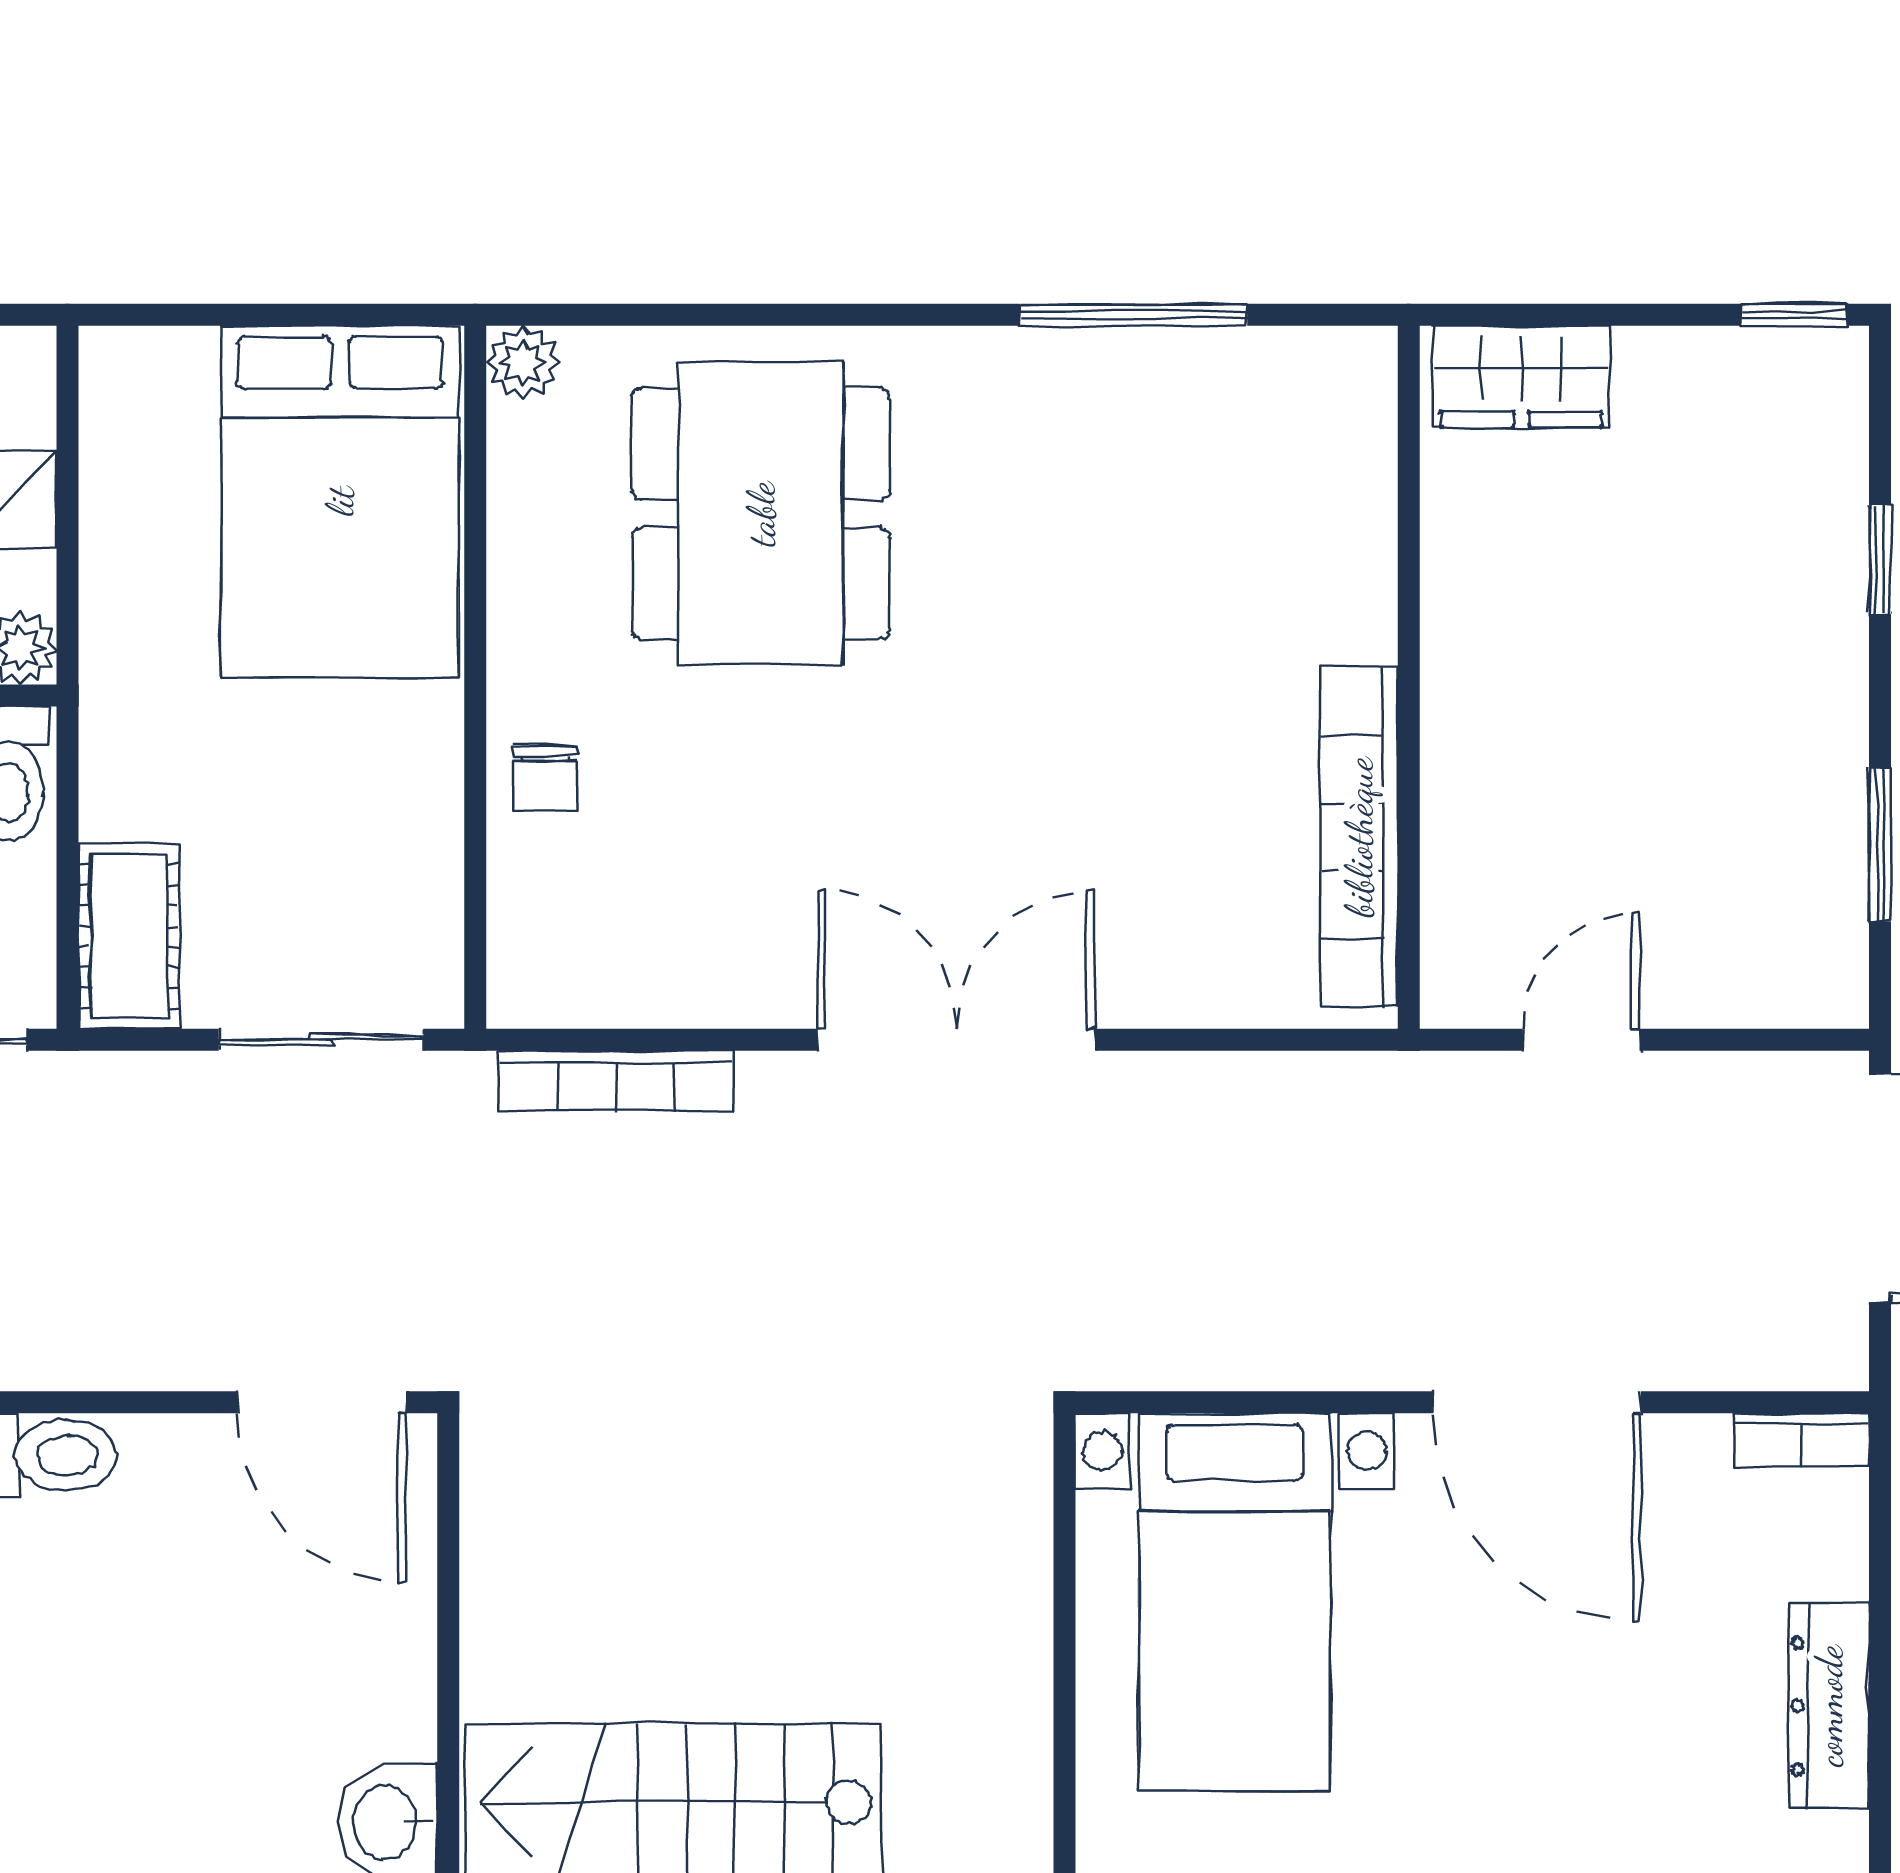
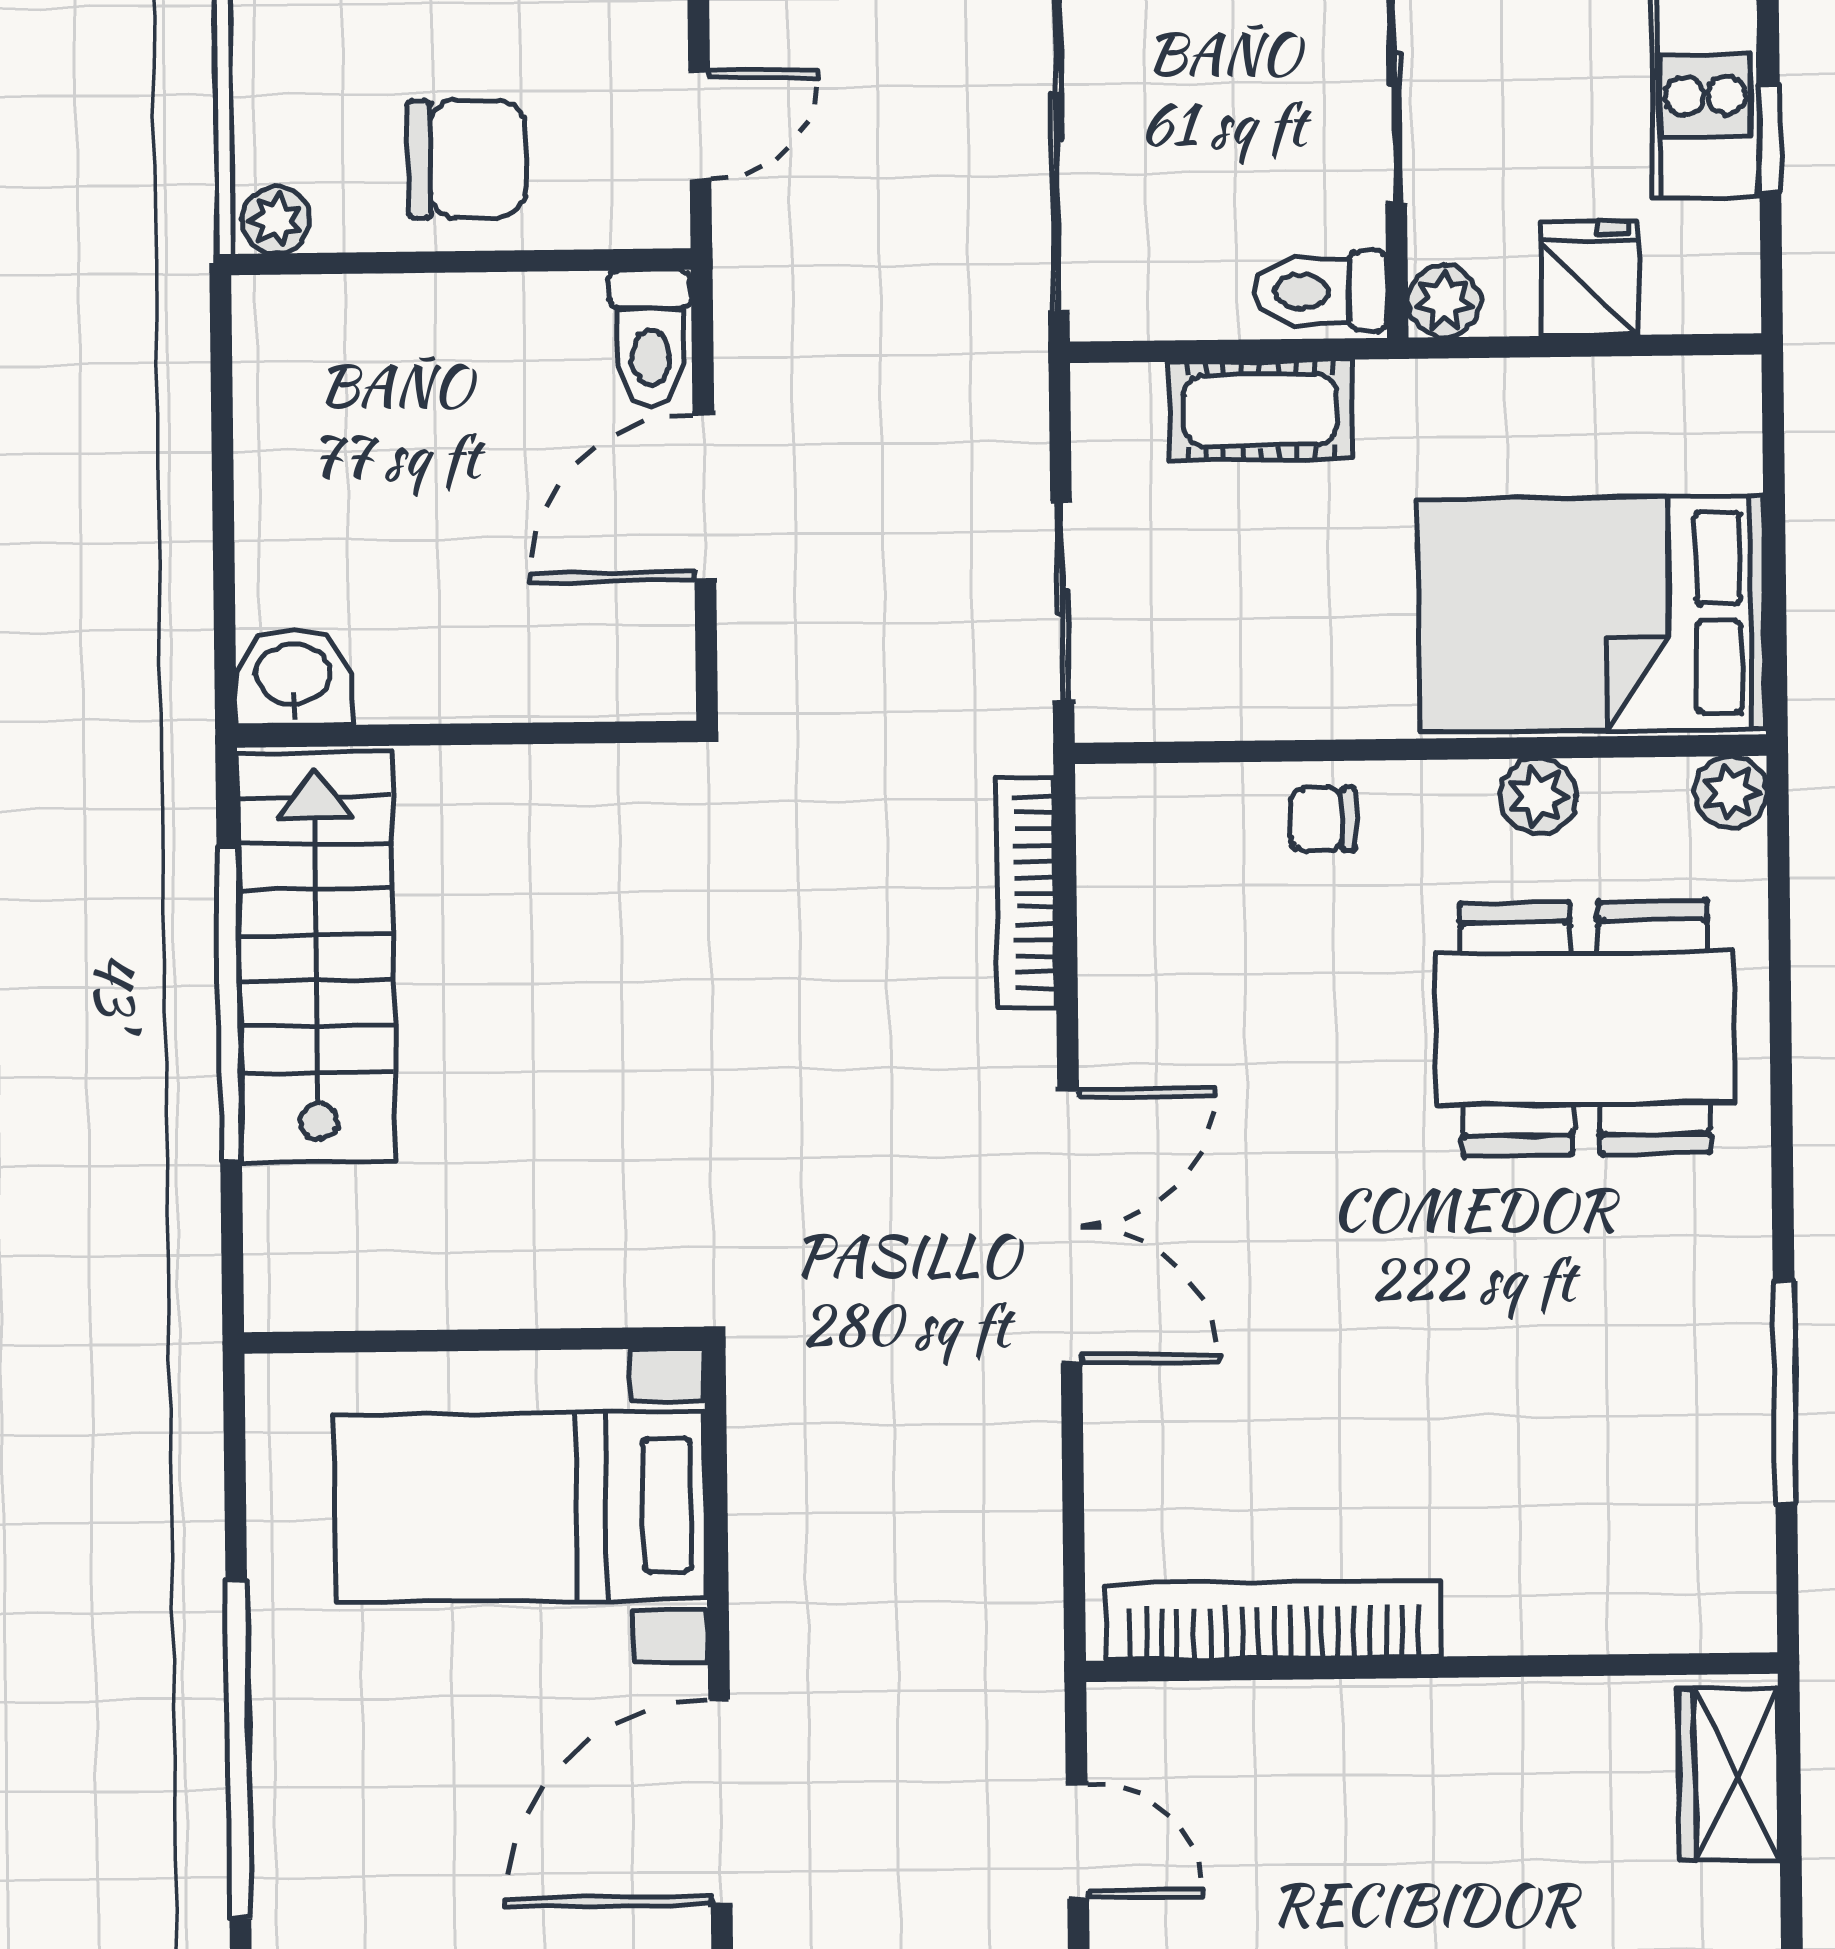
plant: (525, 558) -> (1538, 796), added
cot: (129, 936) -> (1260, 410), moved
door: (322, 1402) -> (704, 497), moved

